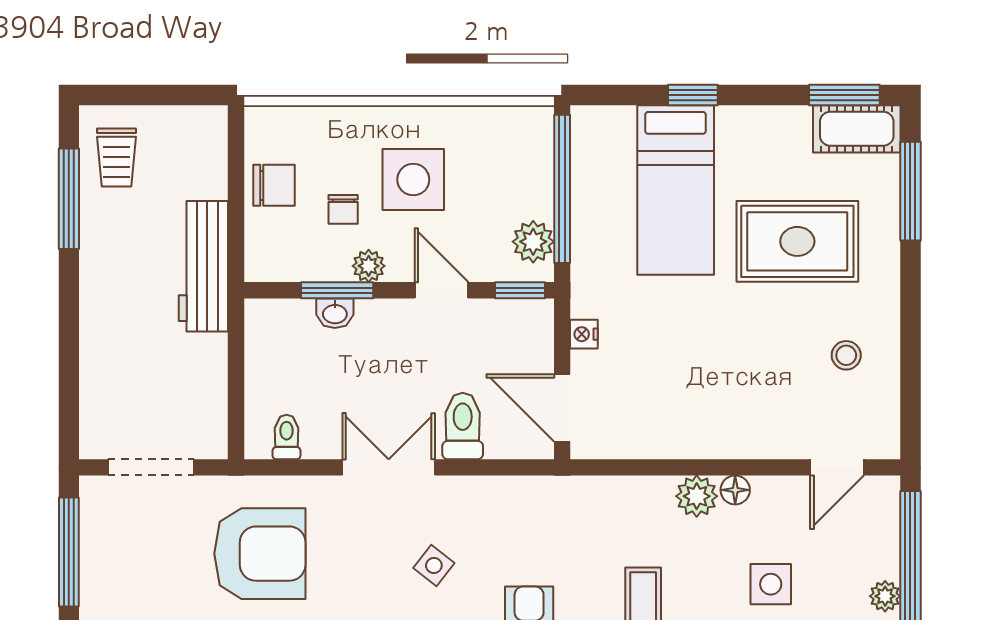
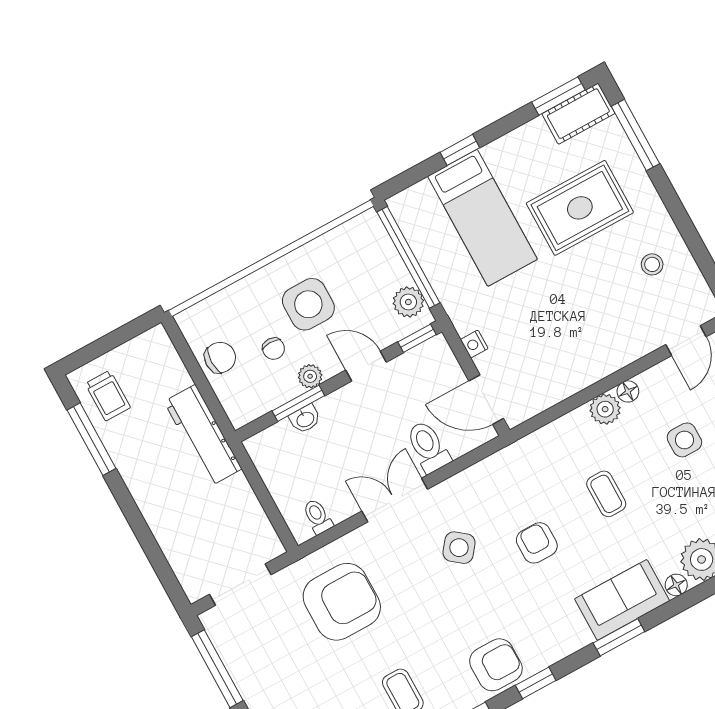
side table: (434, 565) -> (459, 548), width x1.37, depth x1.37

